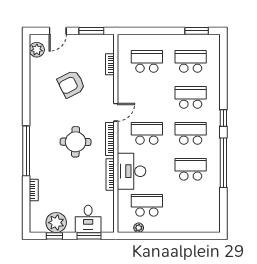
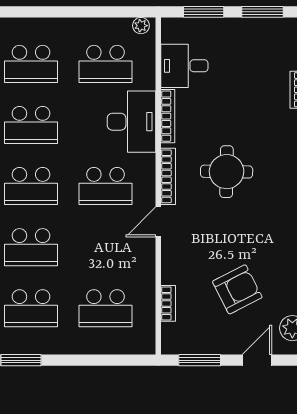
armchair: (71, 84) -> (237, 289), moved
school desk: (191, 205) -> (31, 64), added
desk: (88, 219) -> (184, 66), moved, turned -90
plant: (56, 223) -> (260, 35), removed
plant: (139, 228) -> (141, 26), moved
window: (54, 236) -> (262, 12), width x1.50

